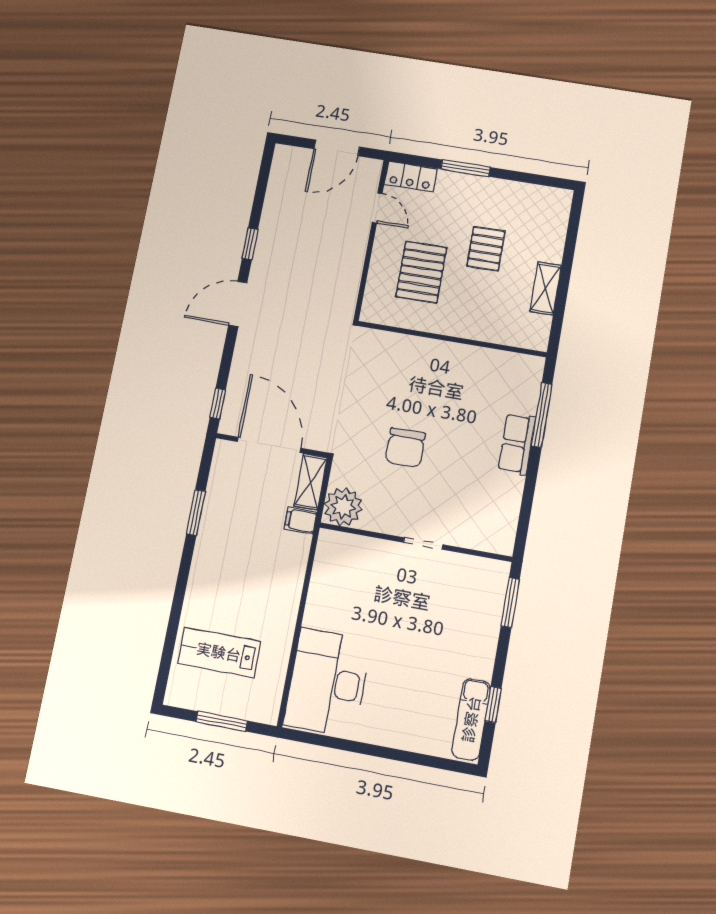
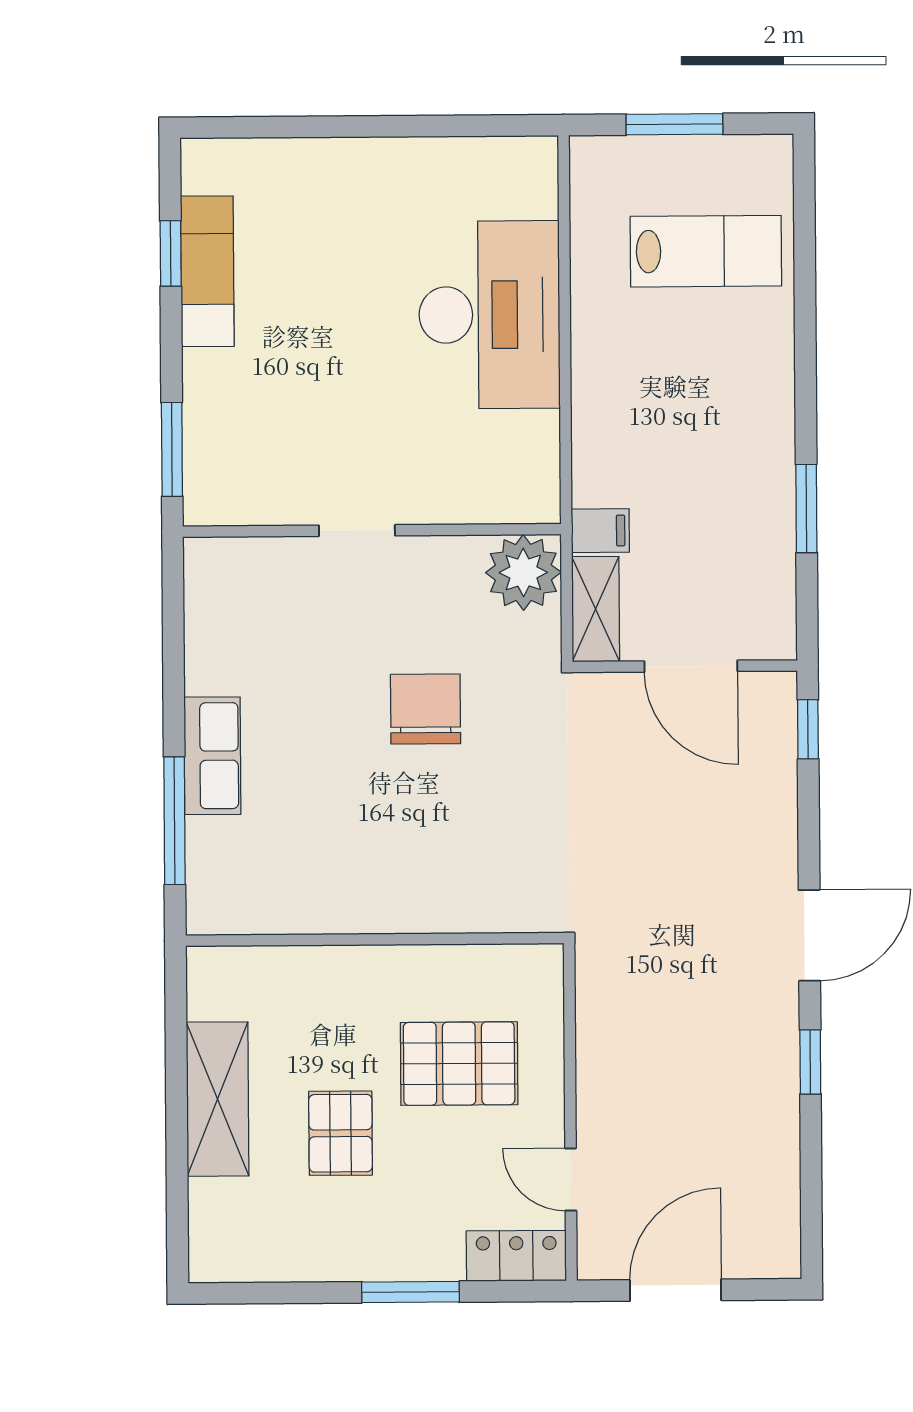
pallet: (421, 272) -> (459, 1064), turned 90
shelving: (546, 288) -> (218, 1099), width x1.50, depth x1.33
door: (269, 445) -> (691, 666), width x0.73
desk: (327, 682) -> (489, 315), moved
exam couch: (471, 719) -> (207, 271), moved

